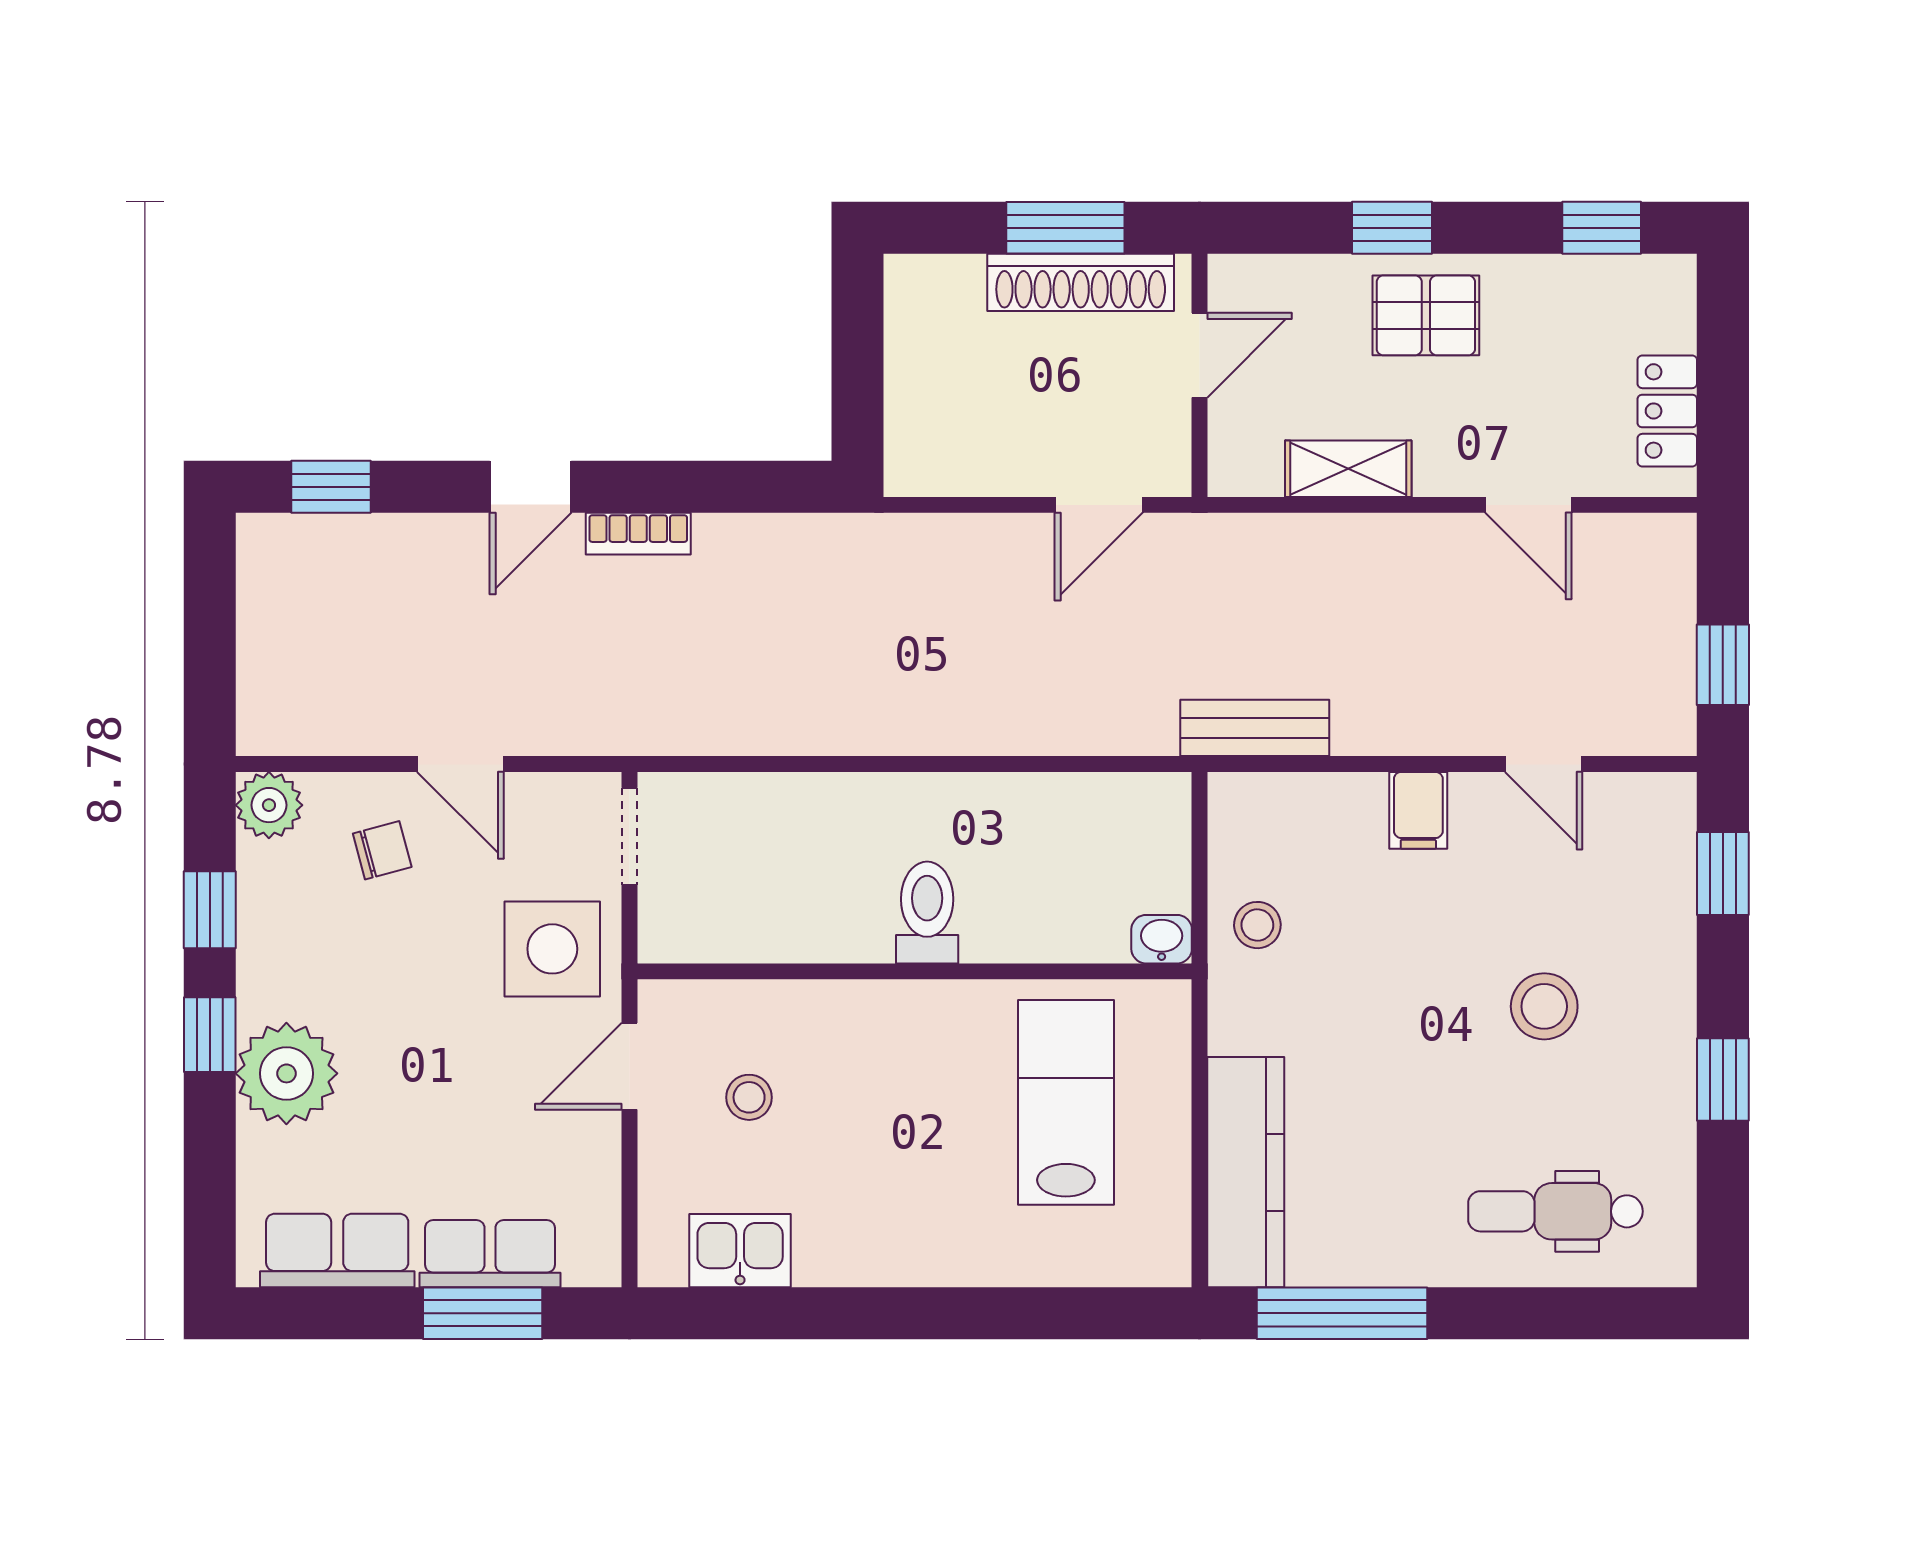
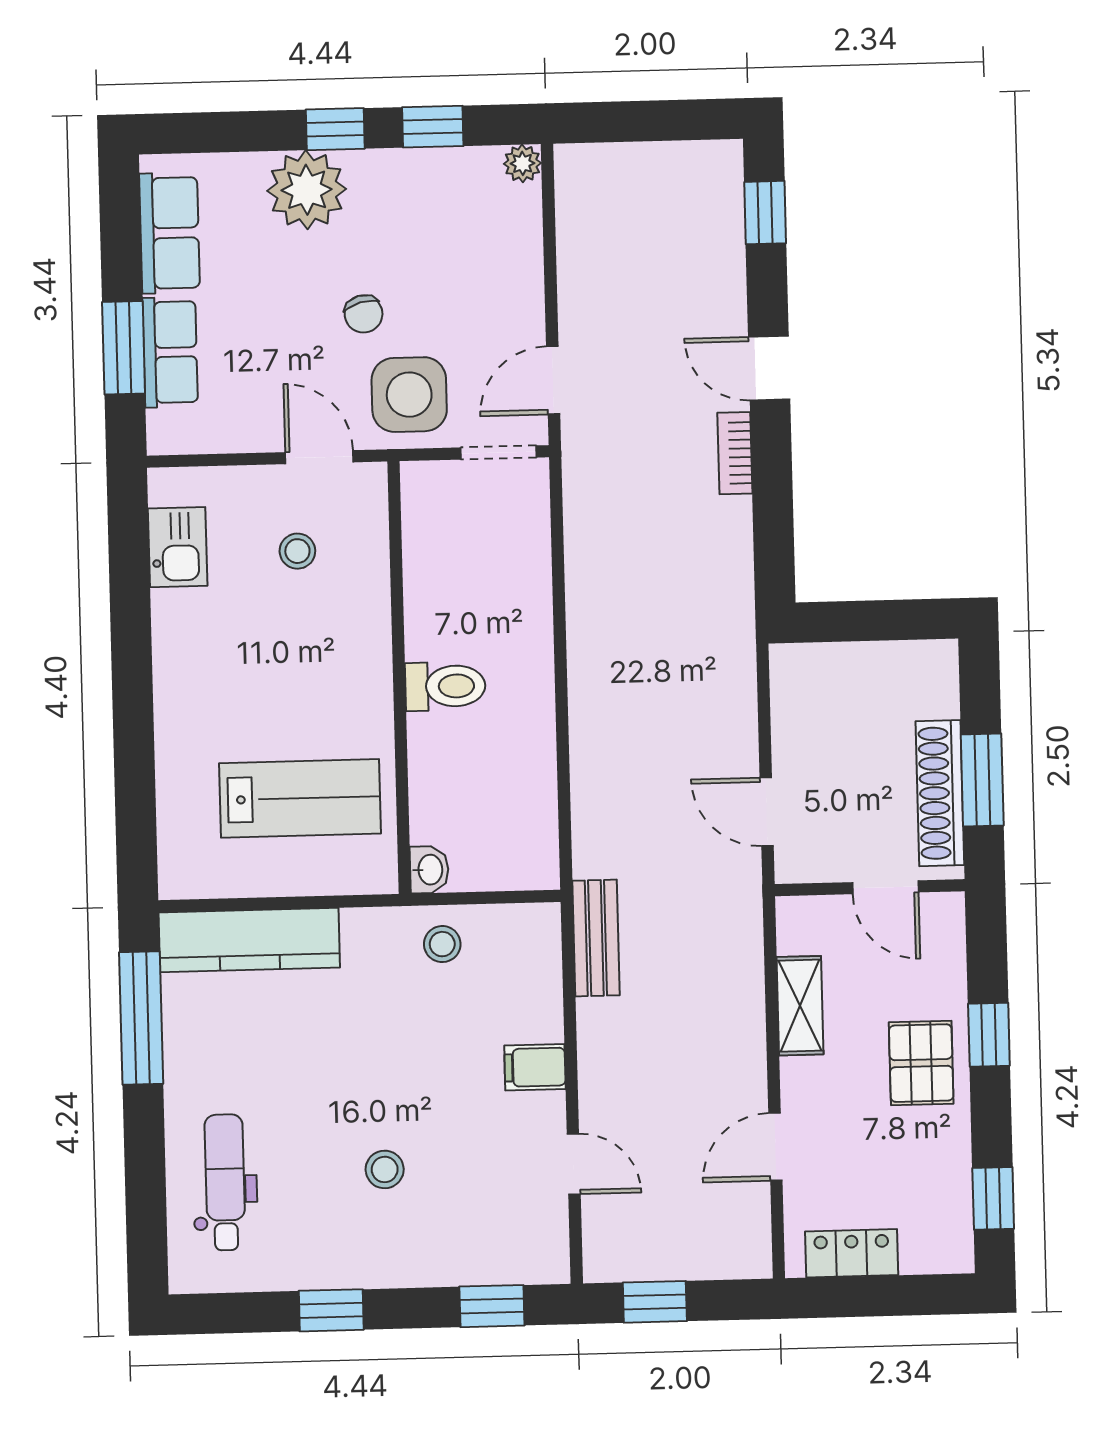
door: (460, 764) -> (553, 380), moved
door: (1544, 764) -> (574, 1164), swing flipped
plant: (269, 805) -> (522, 163), width x0.73, depth x0.73
chair: (382, 850) -> (364, 314), moved
stool: (1544, 1006) -> (385, 1169), width x0.73, depth x0.73

